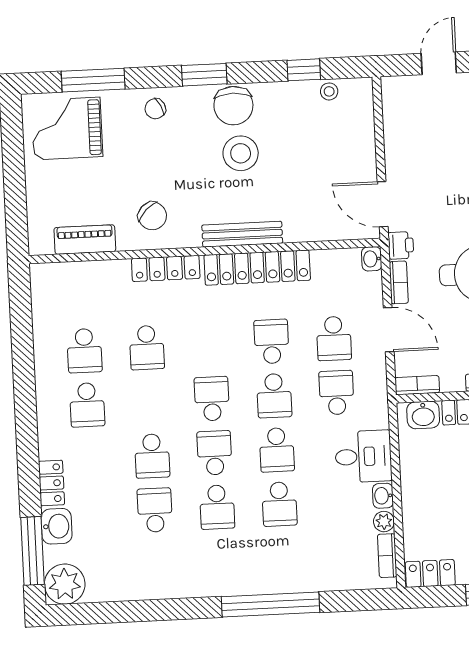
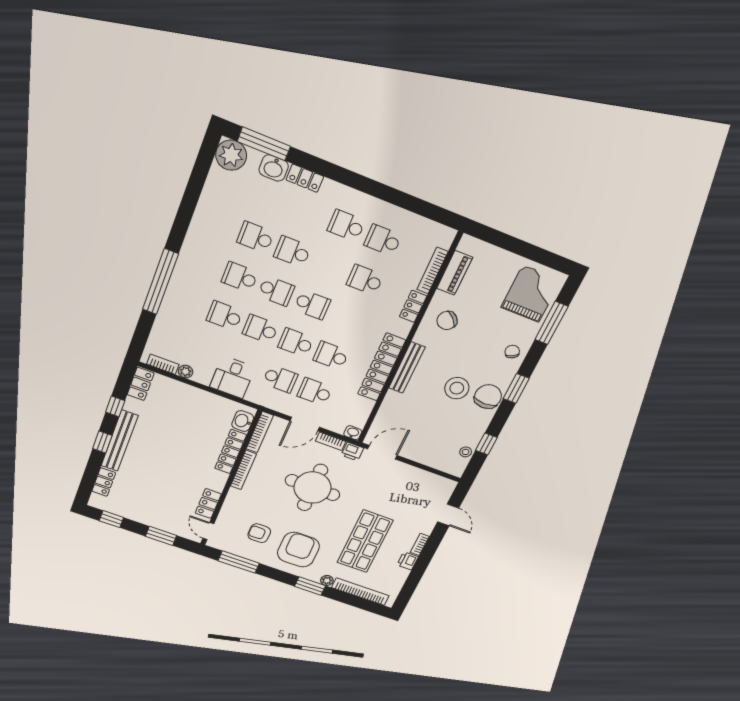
chair: (233, 106) -> (488, 397), turned 90
locker: (166, 268) -> (413, 306), width x0.66
bookcase: (95, 269) -> (432, 271), added
school desk: (271, 341) -> (331, 356), turned 180
bookcase: (417, 385) -> (260, 432), width x1.56
washbasin: (383, 496) -> (202, 378), removed
school desk: (155, 510) -> (255, 237), turned 180

